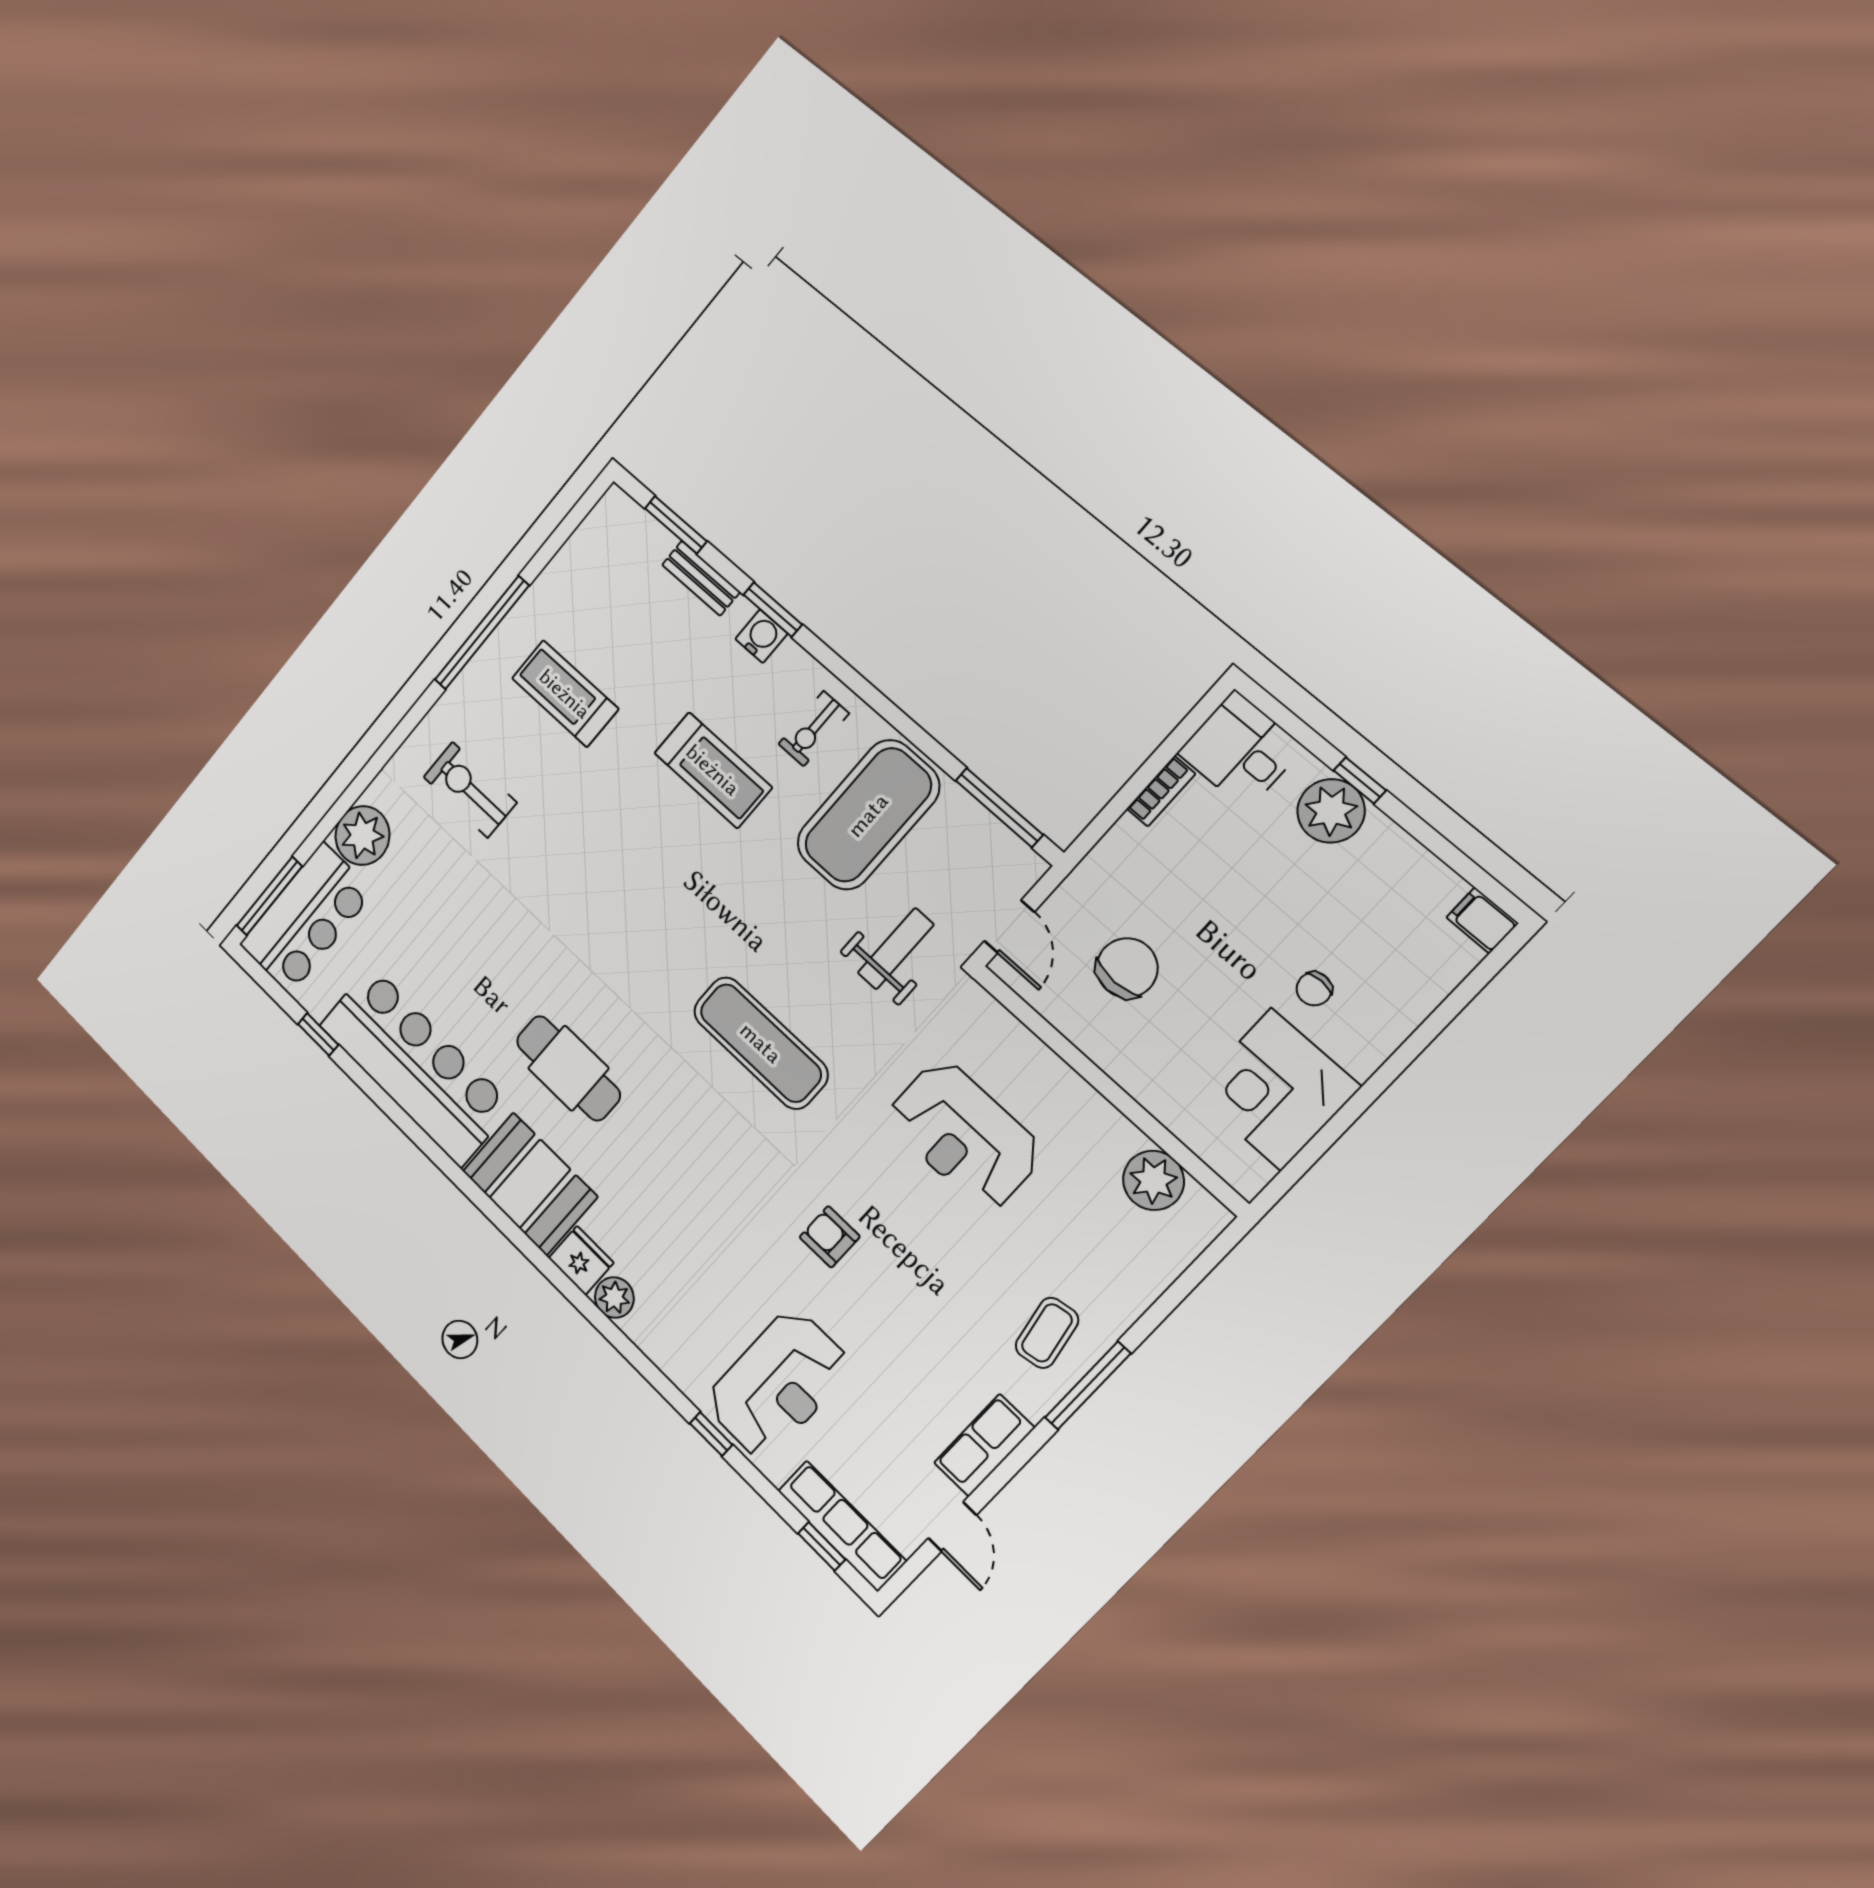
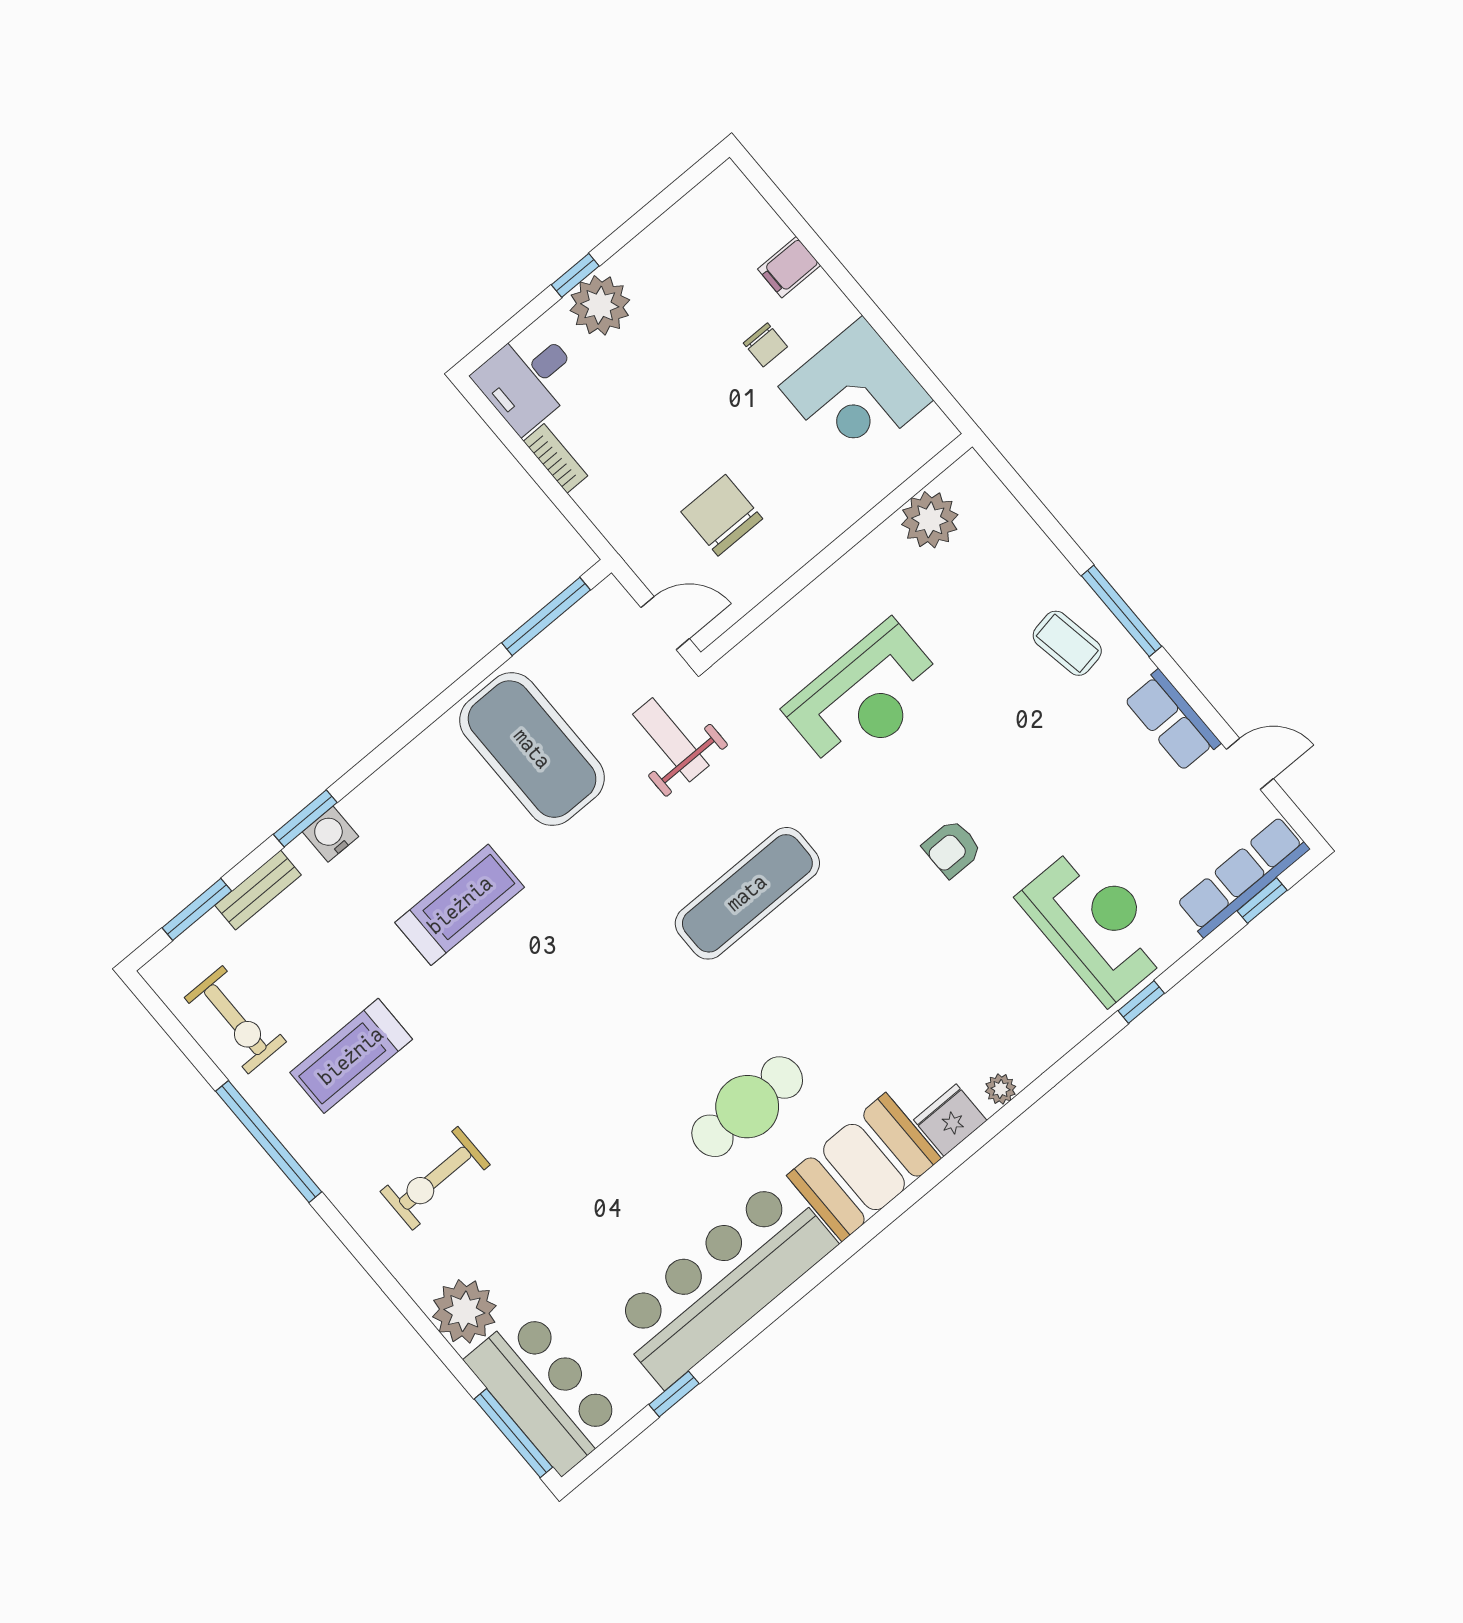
exercise bike: (814, 729) -> (235, 1020), moved, width x1.38, depth x1.39
filing cabinet: (1482, 920) -> (789, 267), moved
plant: (614, 1298) -> (1000, 1089), width x0.73, depth x0.73

